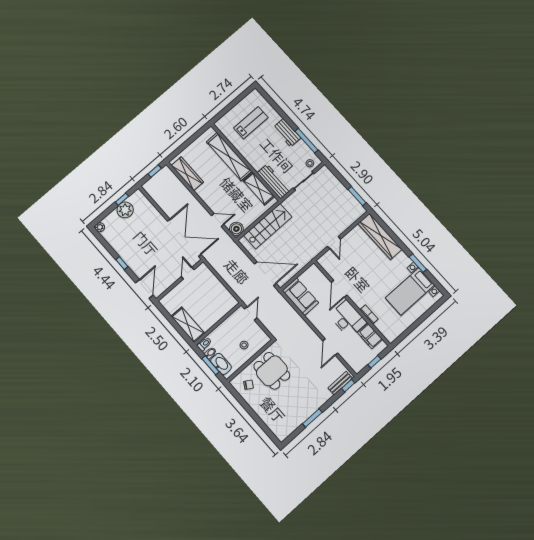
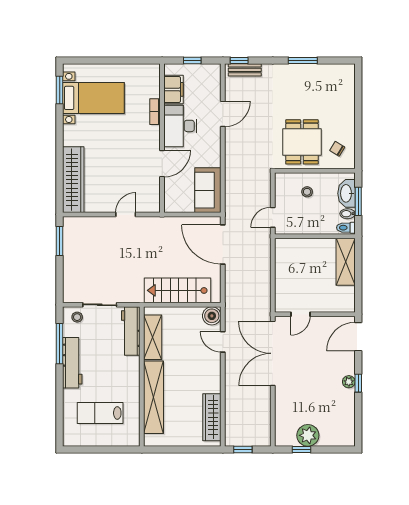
workbench: (287, 133) -> (72, 363), width x1.38
plant: (100, 227) -> (349, 382), moved
window: (418, 263) -> (60, 90), moved

